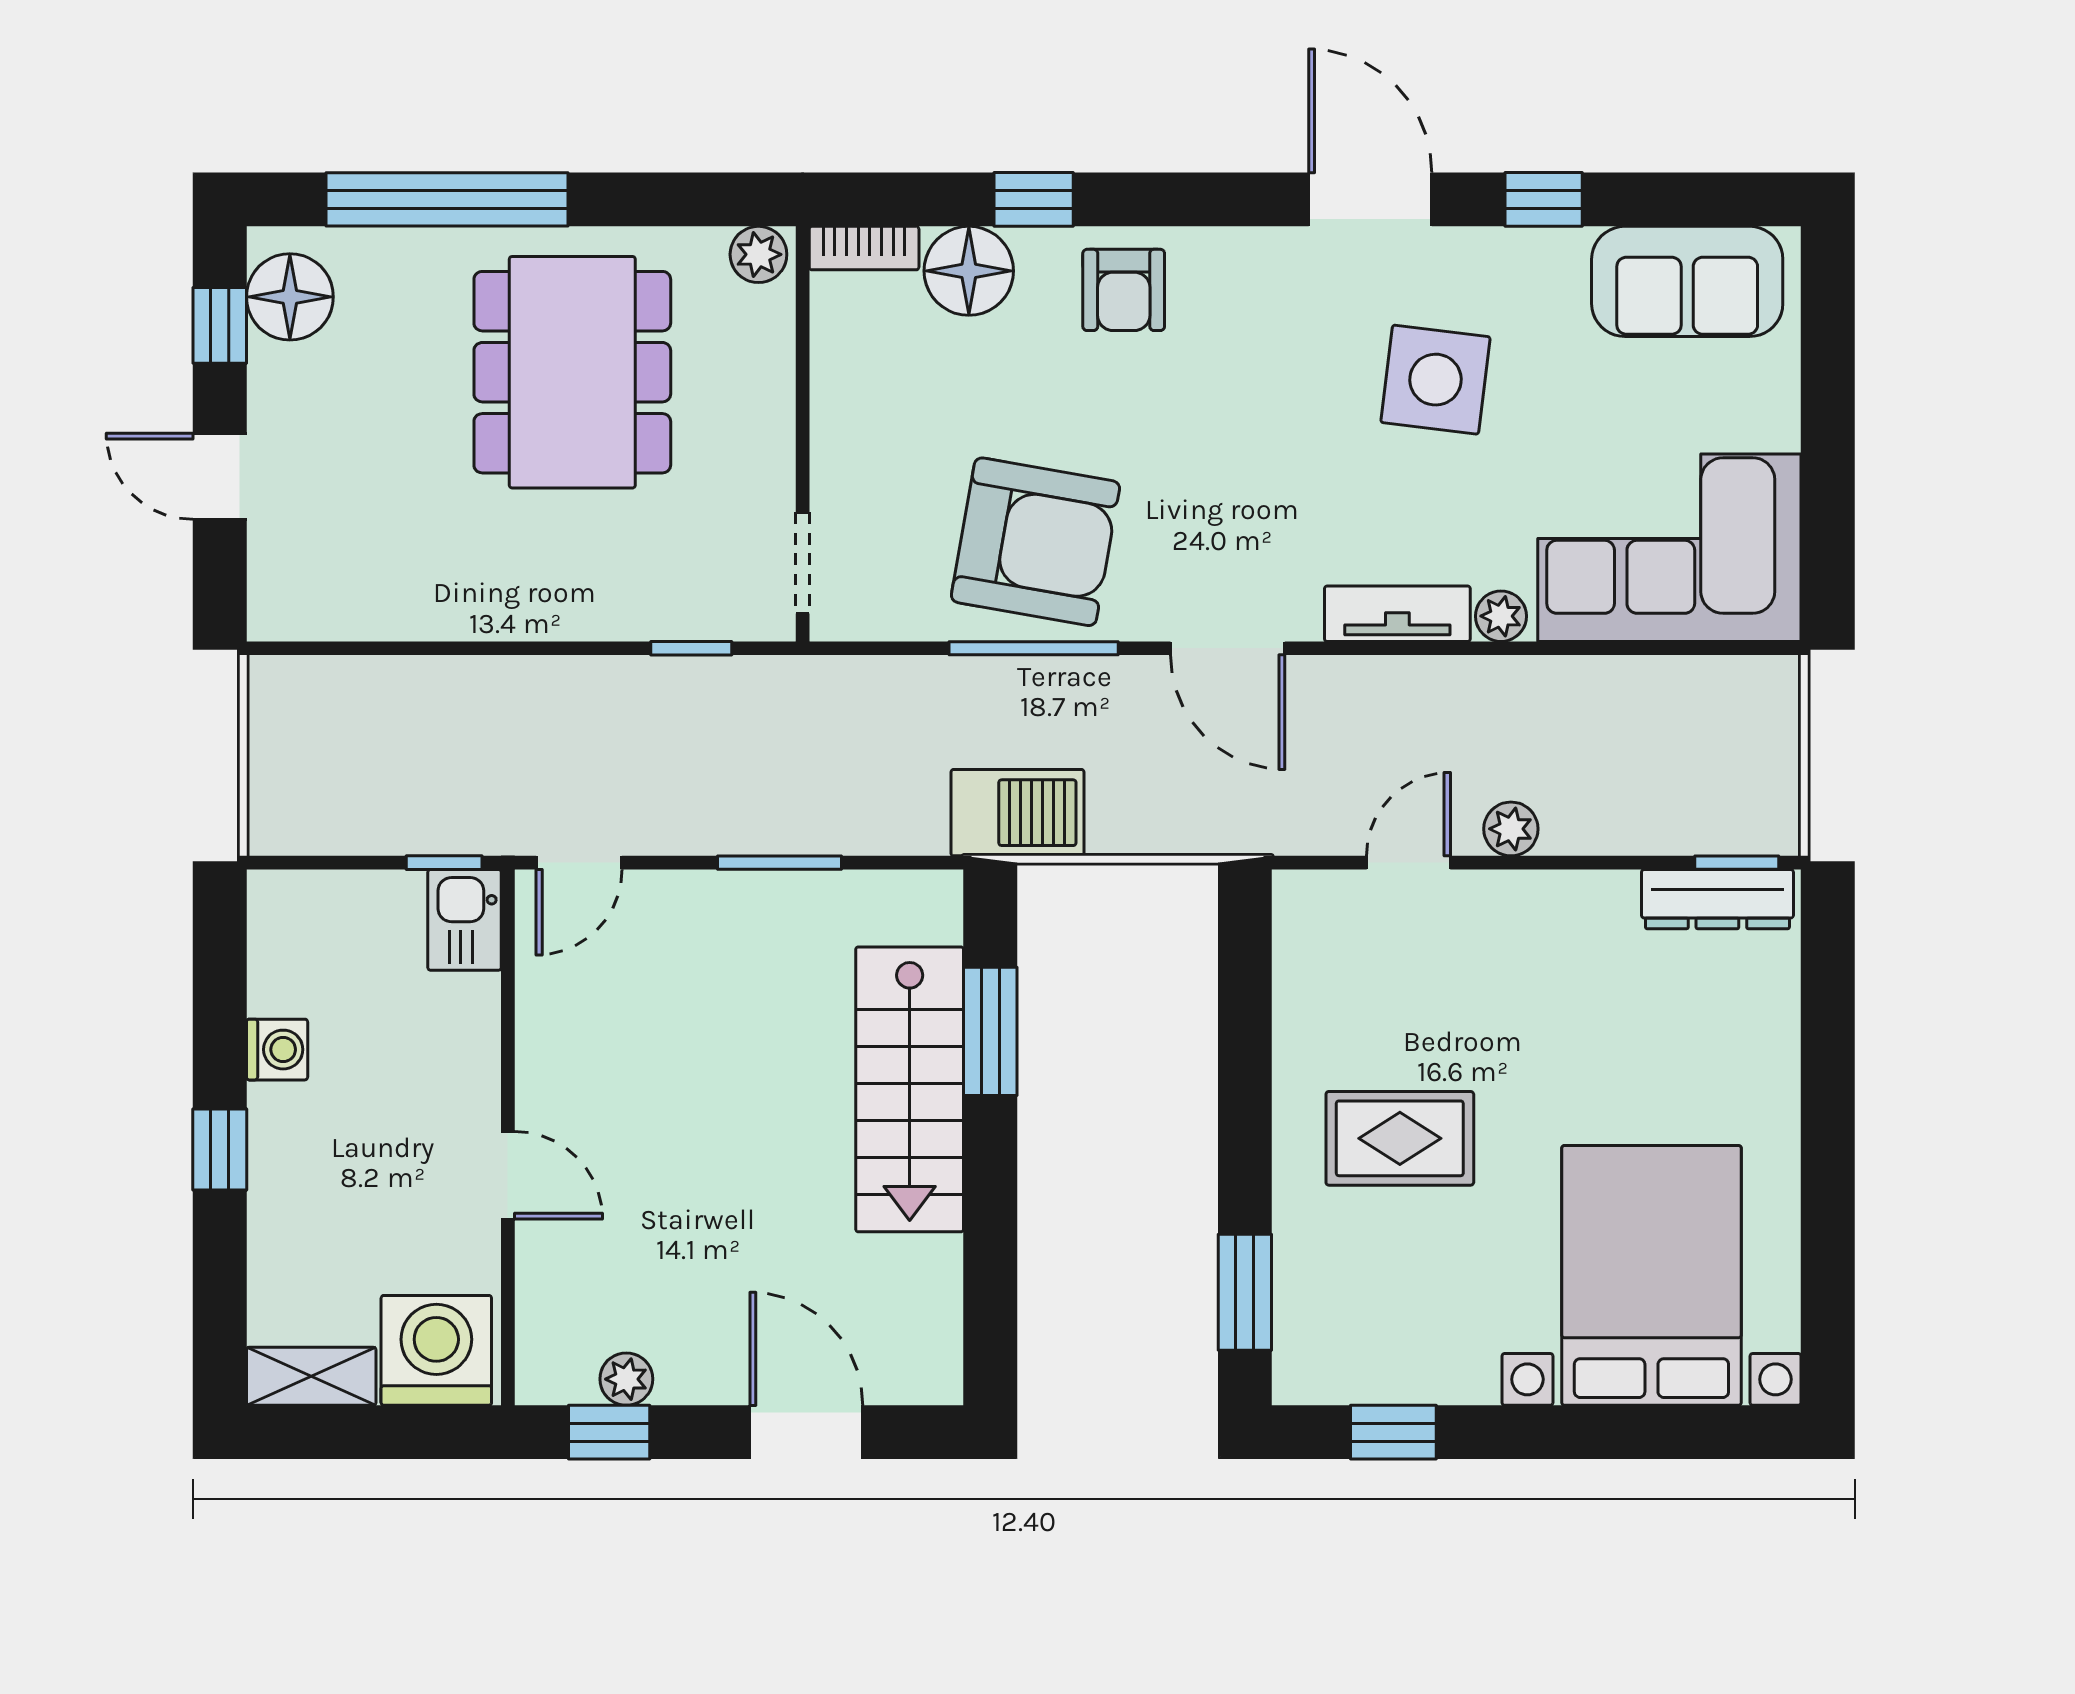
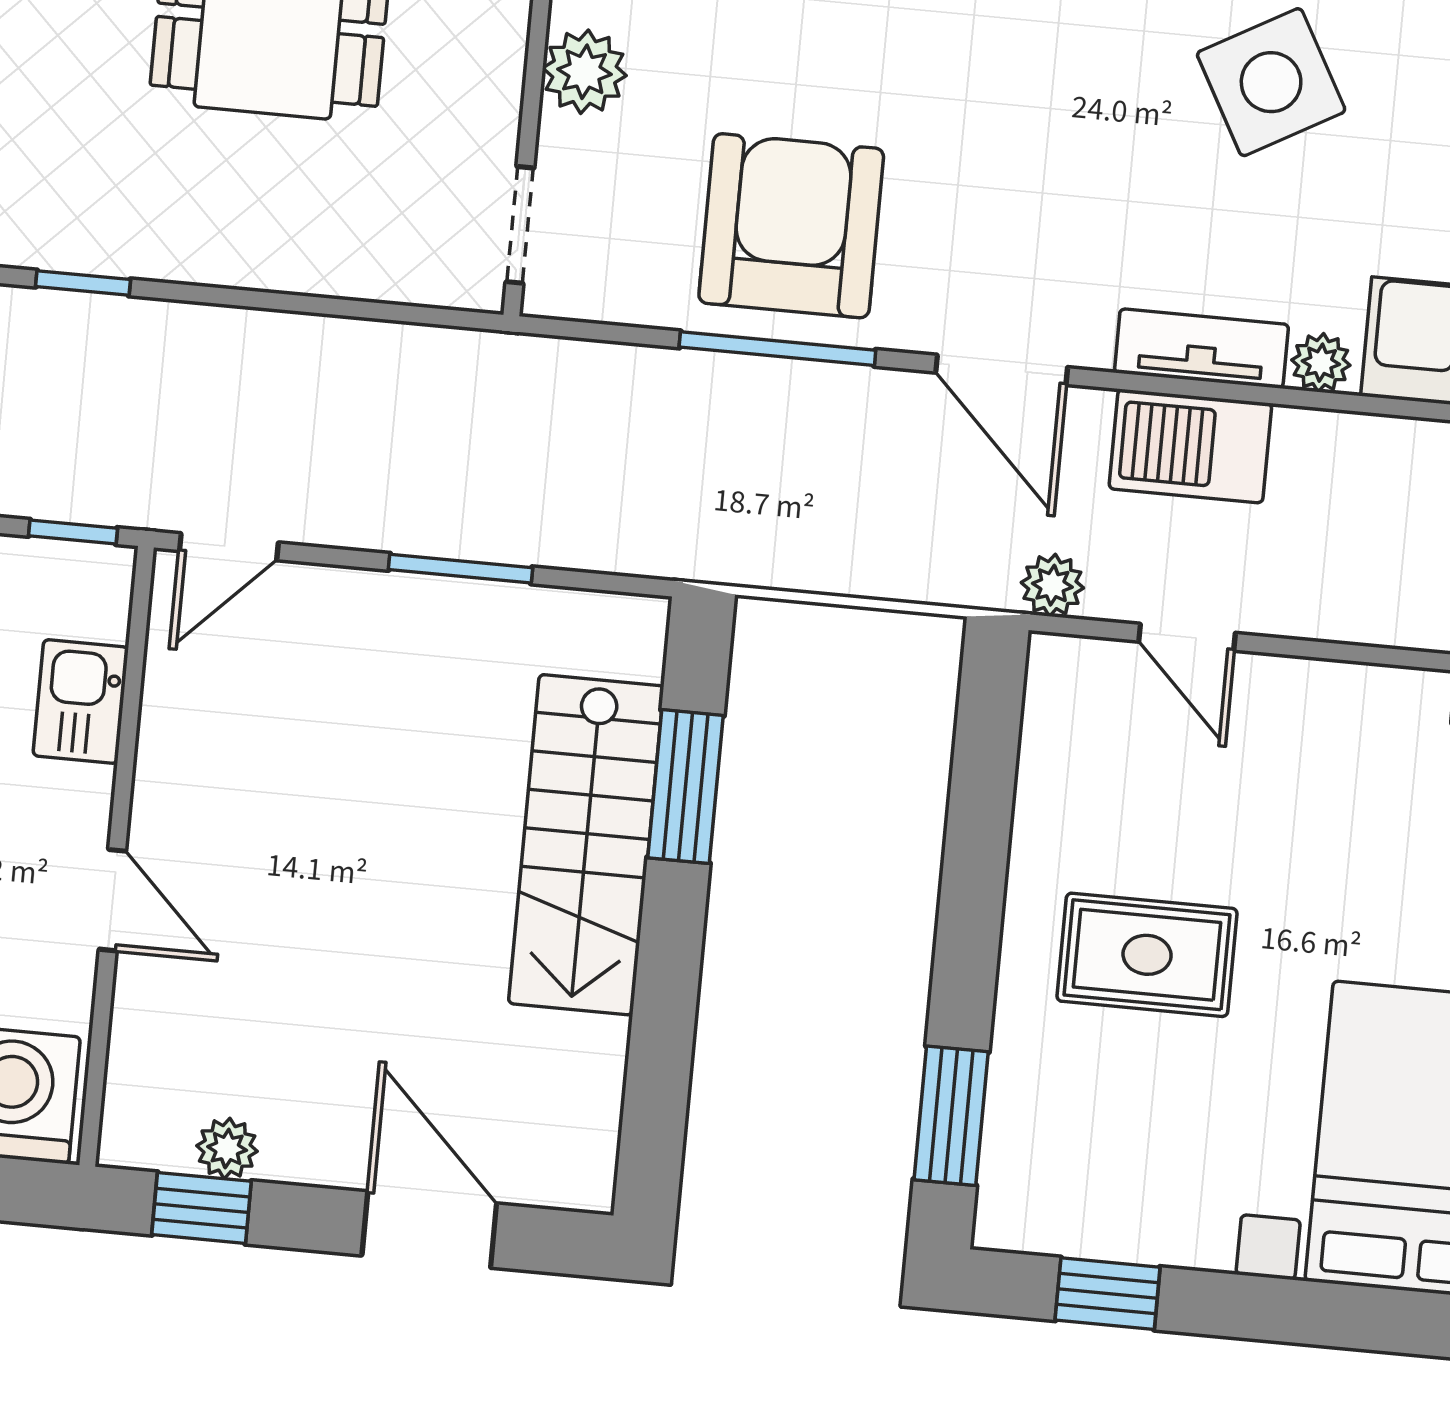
side table: (1435, 380) -> (1271, 82), turned -36
plant: (846, 426) -> (585, 72), added
armchair: (1035, 542) -> (791, 226), turned -100
window: (691, 648) -> (83, 283), moved
barbecue: (1017, 813) -> (1190, 446), moved, turned 180
plant: (1511, 829) -> (1052, 585), moved
door: (1408, 863) -> (1187, 637), swing flipped
kitchen sink: (465, 920) -> (81, 701), moved

